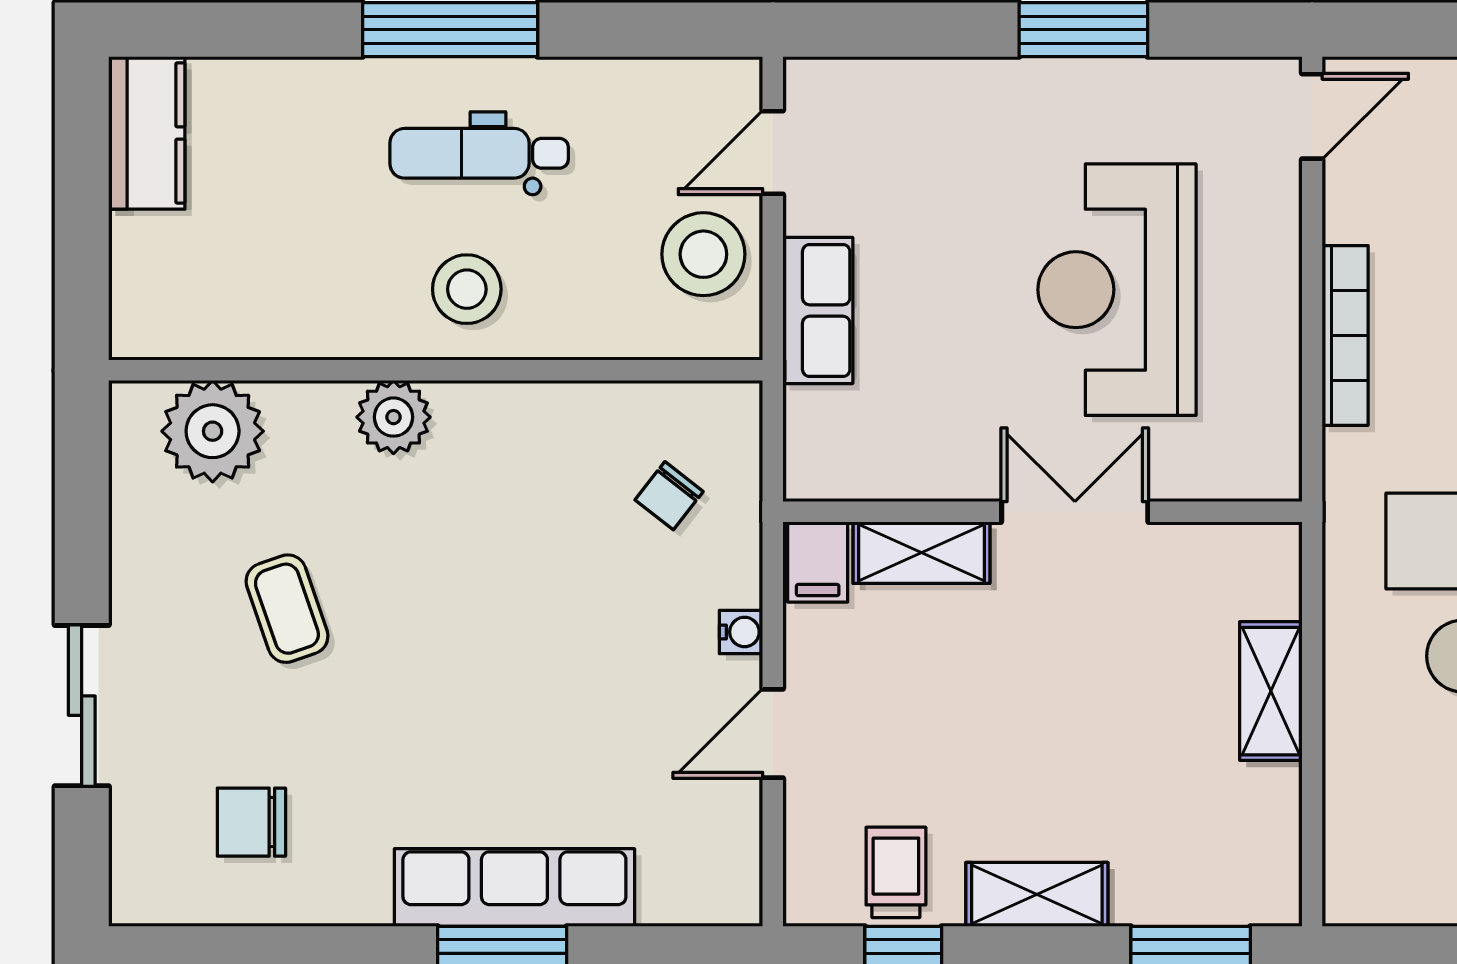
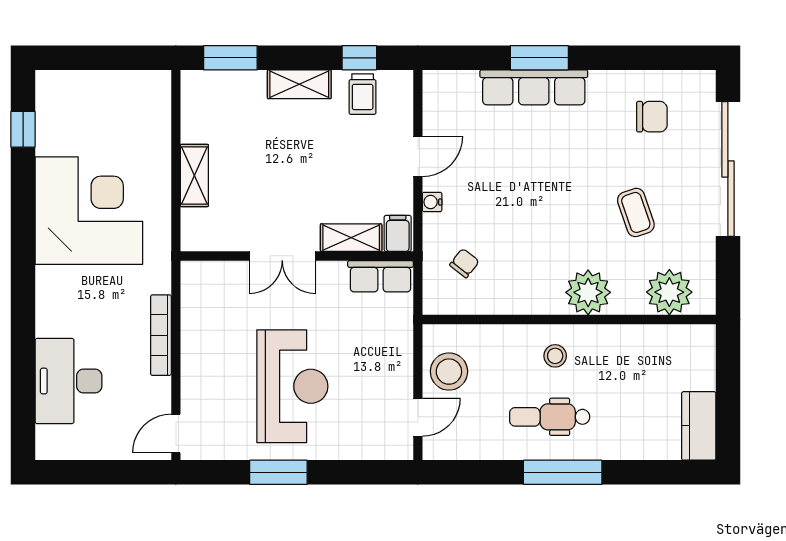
dental chair: (479, 153) -> (550, 417), turned 180
stool: (467, 289) -> (555, 356), width x0.73, depth x0.73
reception desk: (1117, 290) -> (292, 386), moved
row of seats: (818, 311) -> (381, 276), moved, turned -90
plant: (393, 417) -> (588, 292), width x1.36, depth x1.36
sliding door: (82, 706) -> (728, 169), width x1.86

